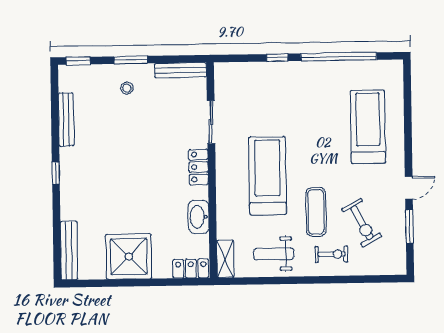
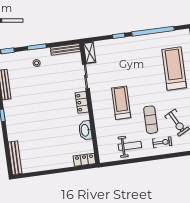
treadmill: (268, 176) -> (121, 103), width x0.73, depth x0.73
weight bench: (274, 254) -> (130, 146), turned 180
shower: (129, 256) -> (49, 157), removed
shelving: (225, 259) -> (90, 53), moved

